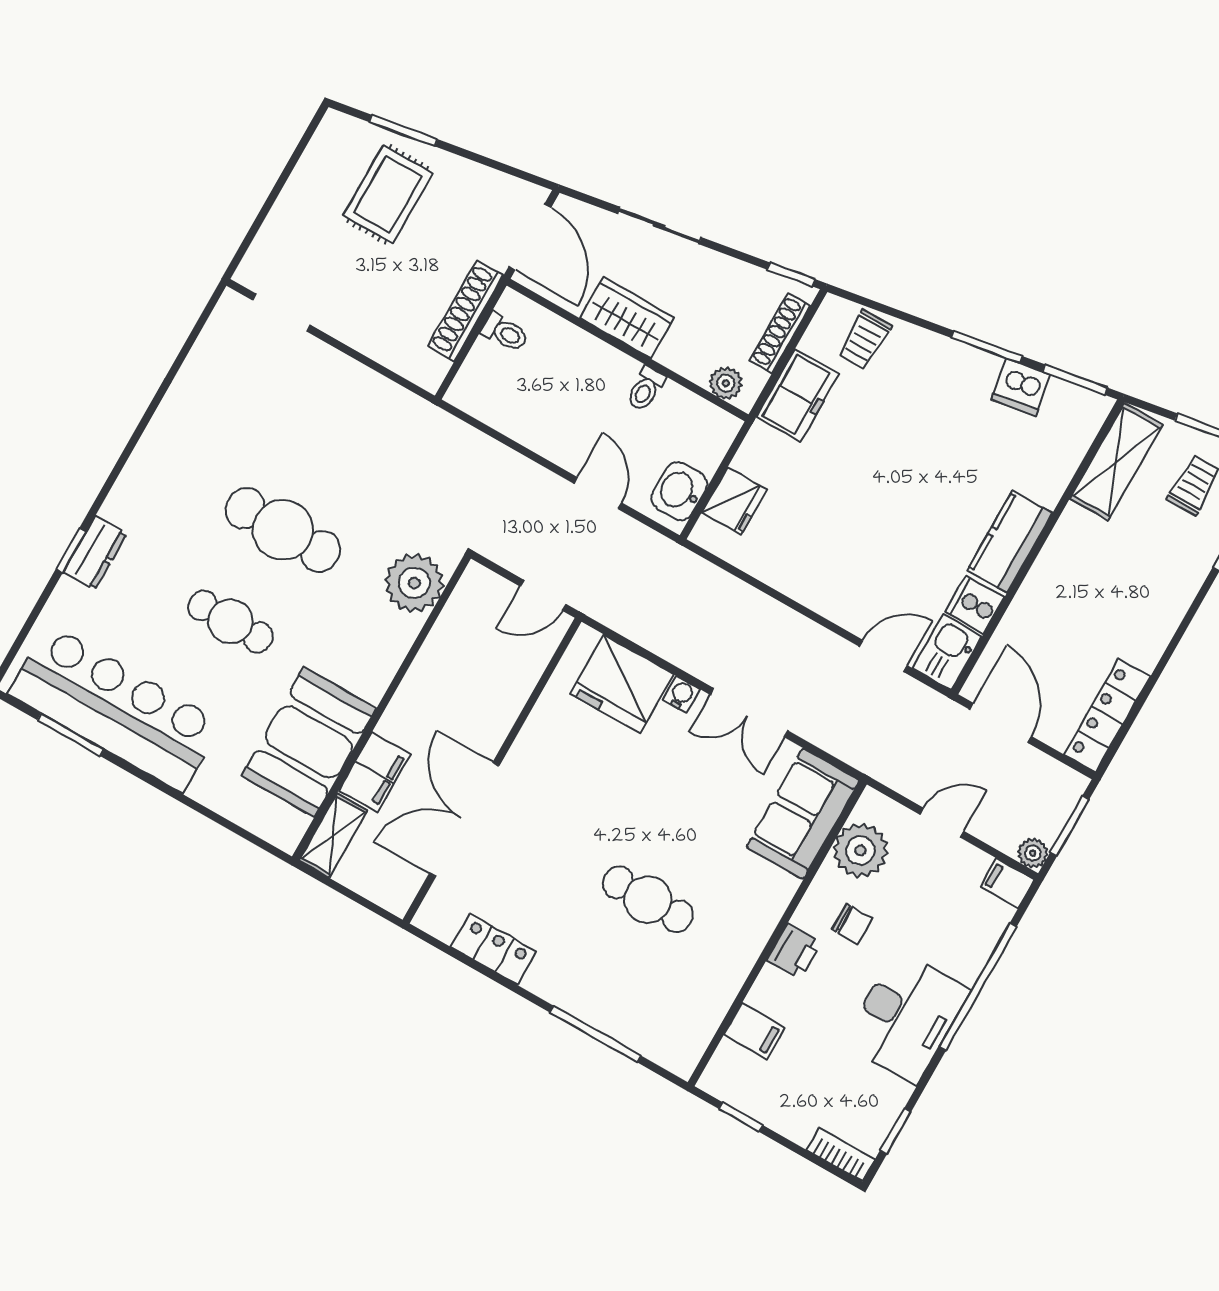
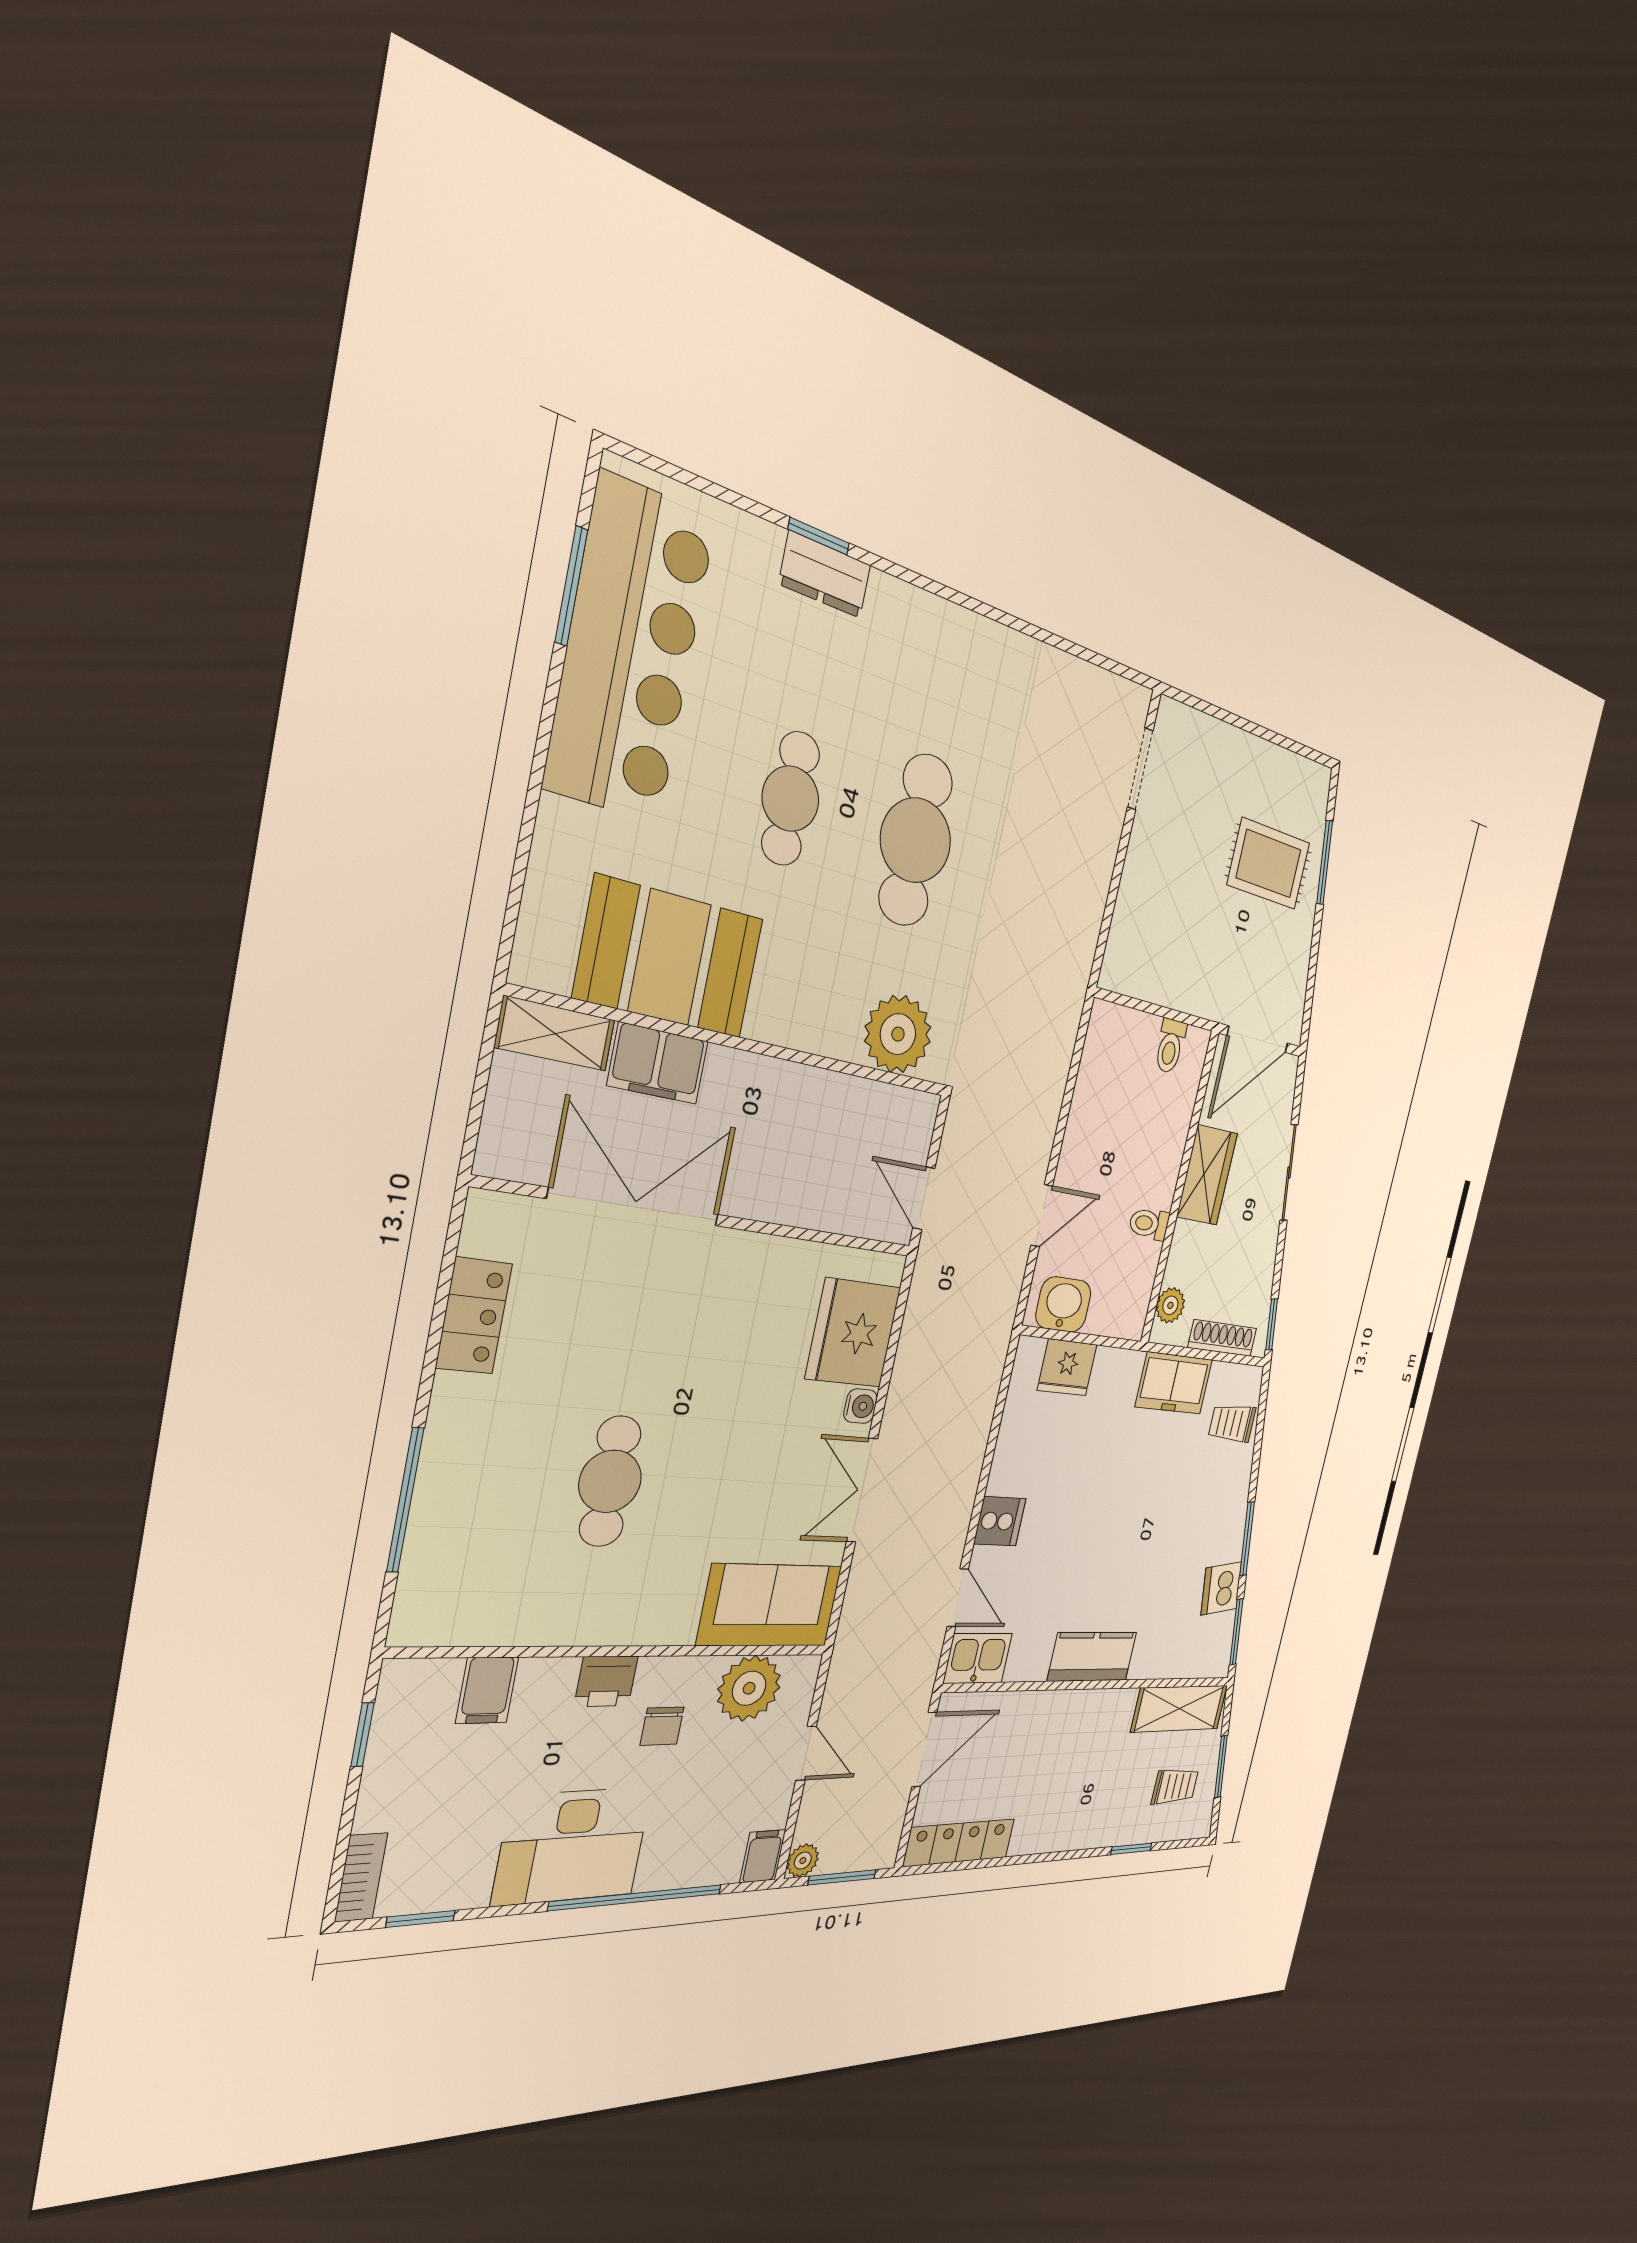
shoe rack: (466, 311) -> (1181, 993), removed
cooker: (975, 605) -> (1000, 1521), moved, turned 90

